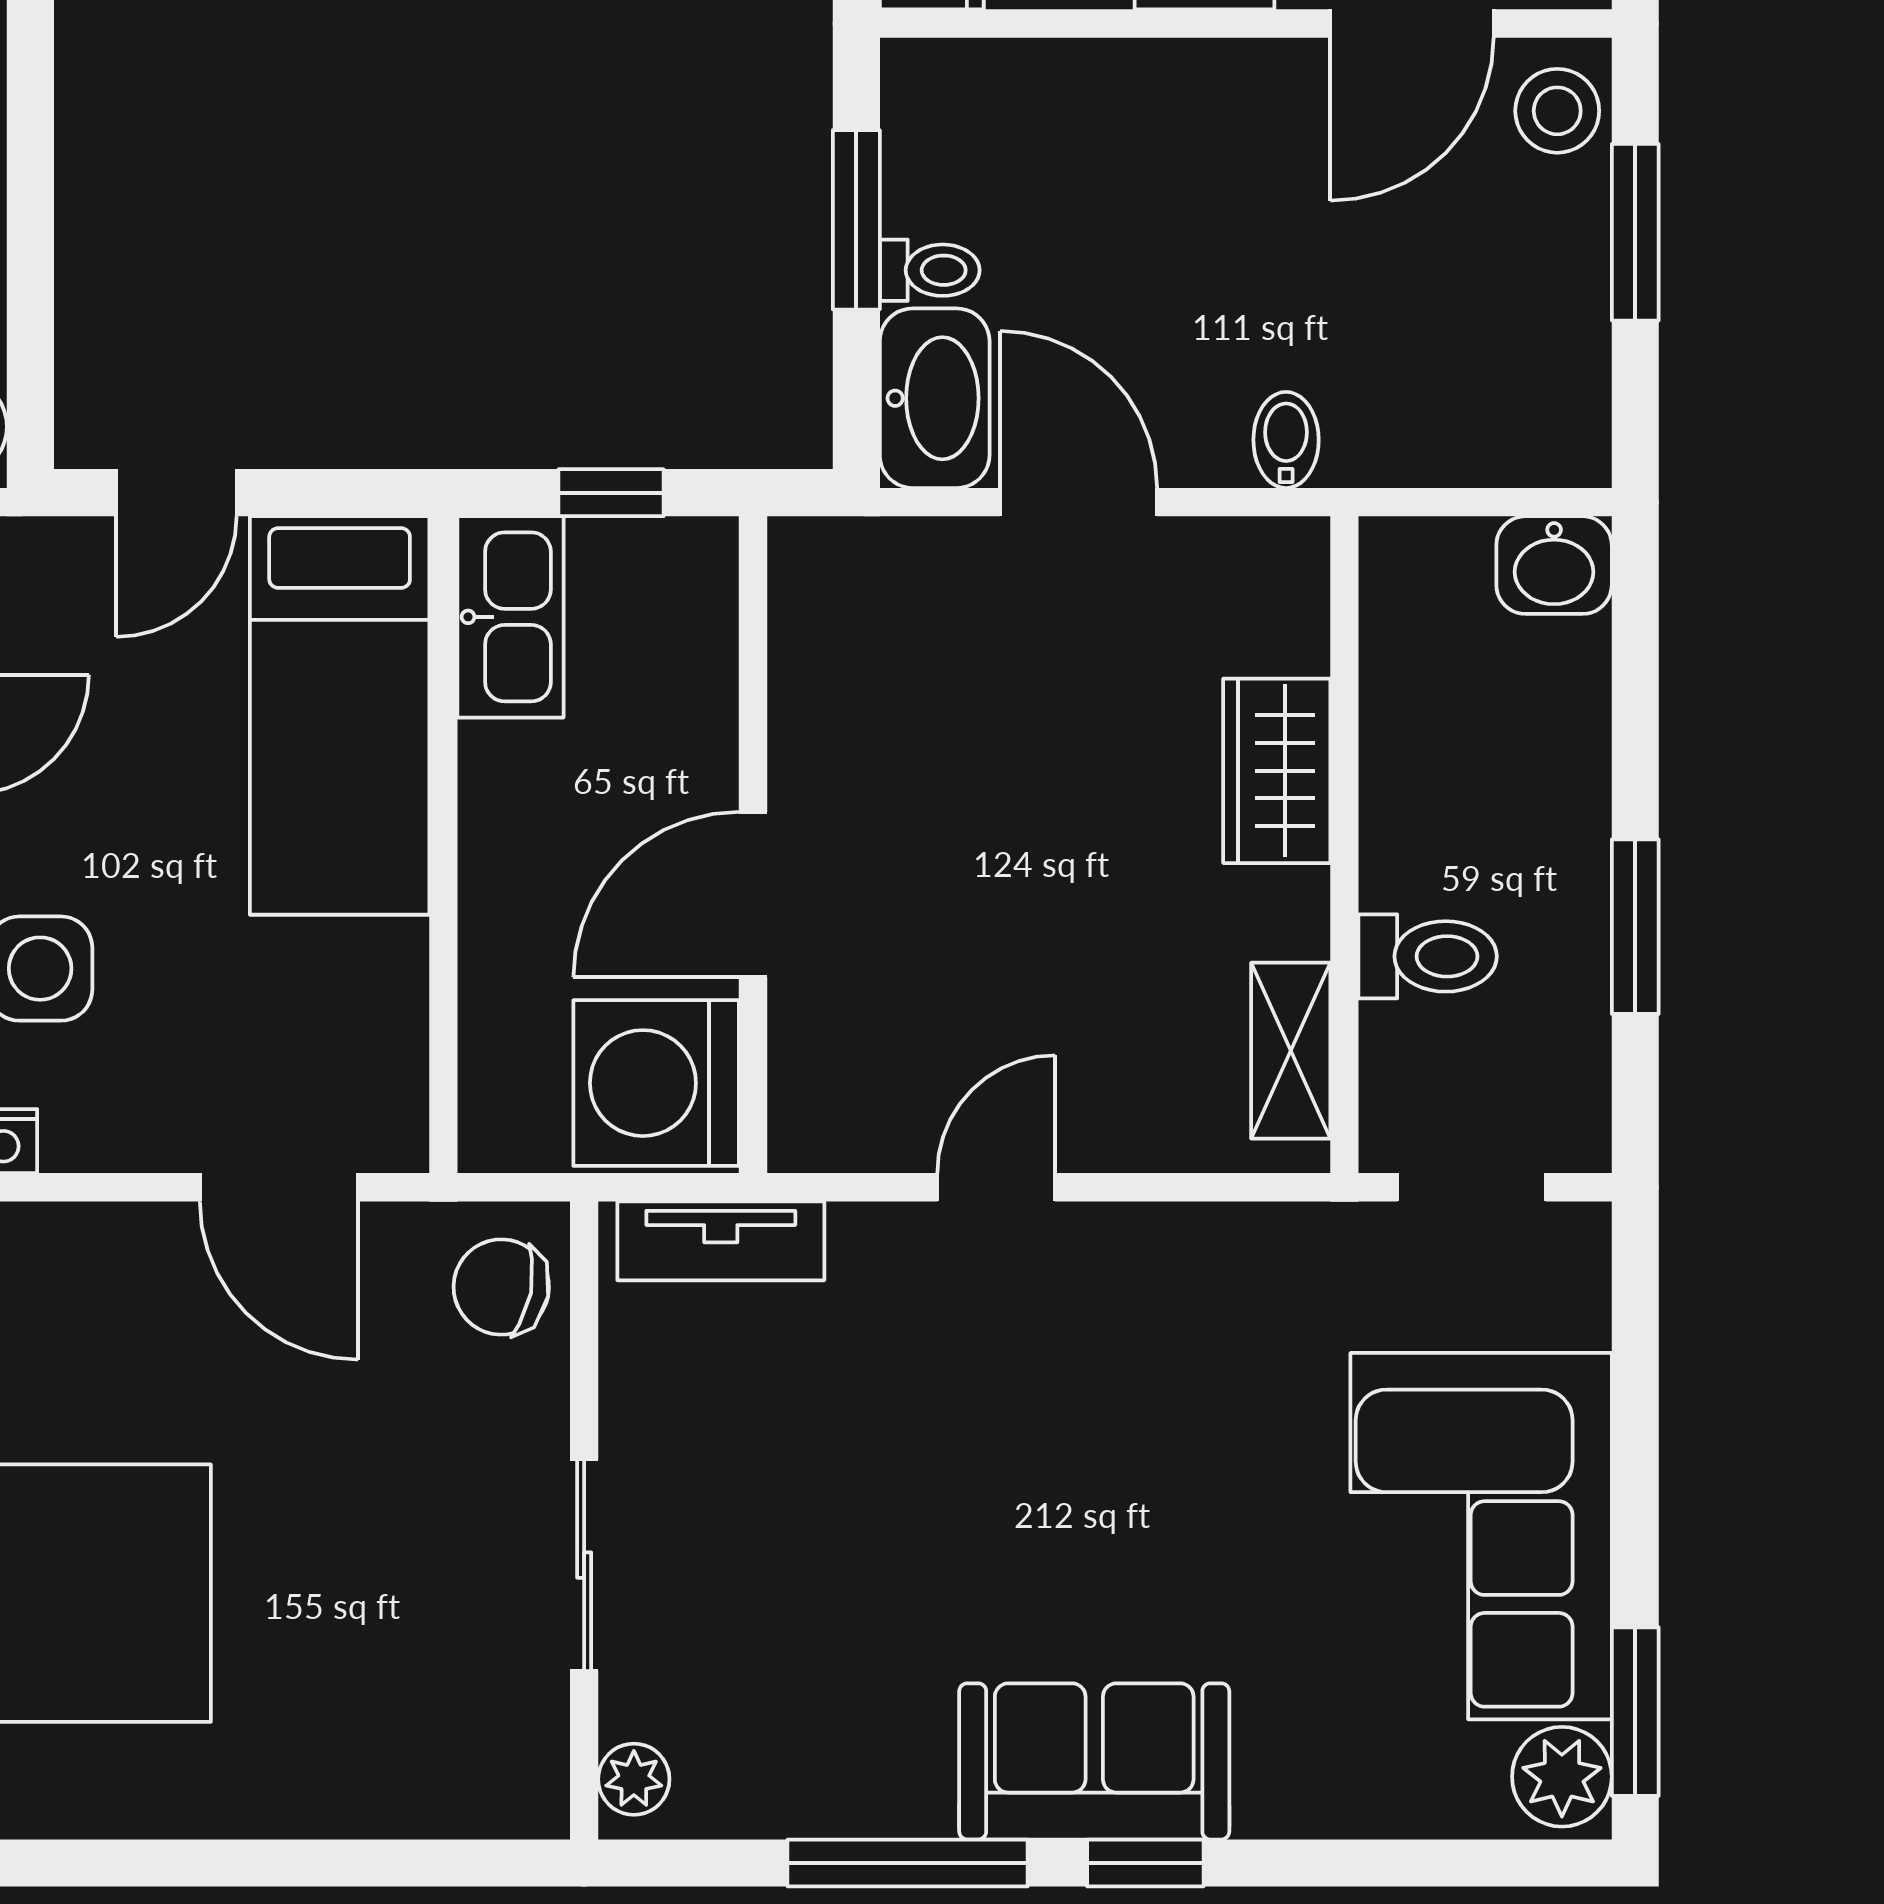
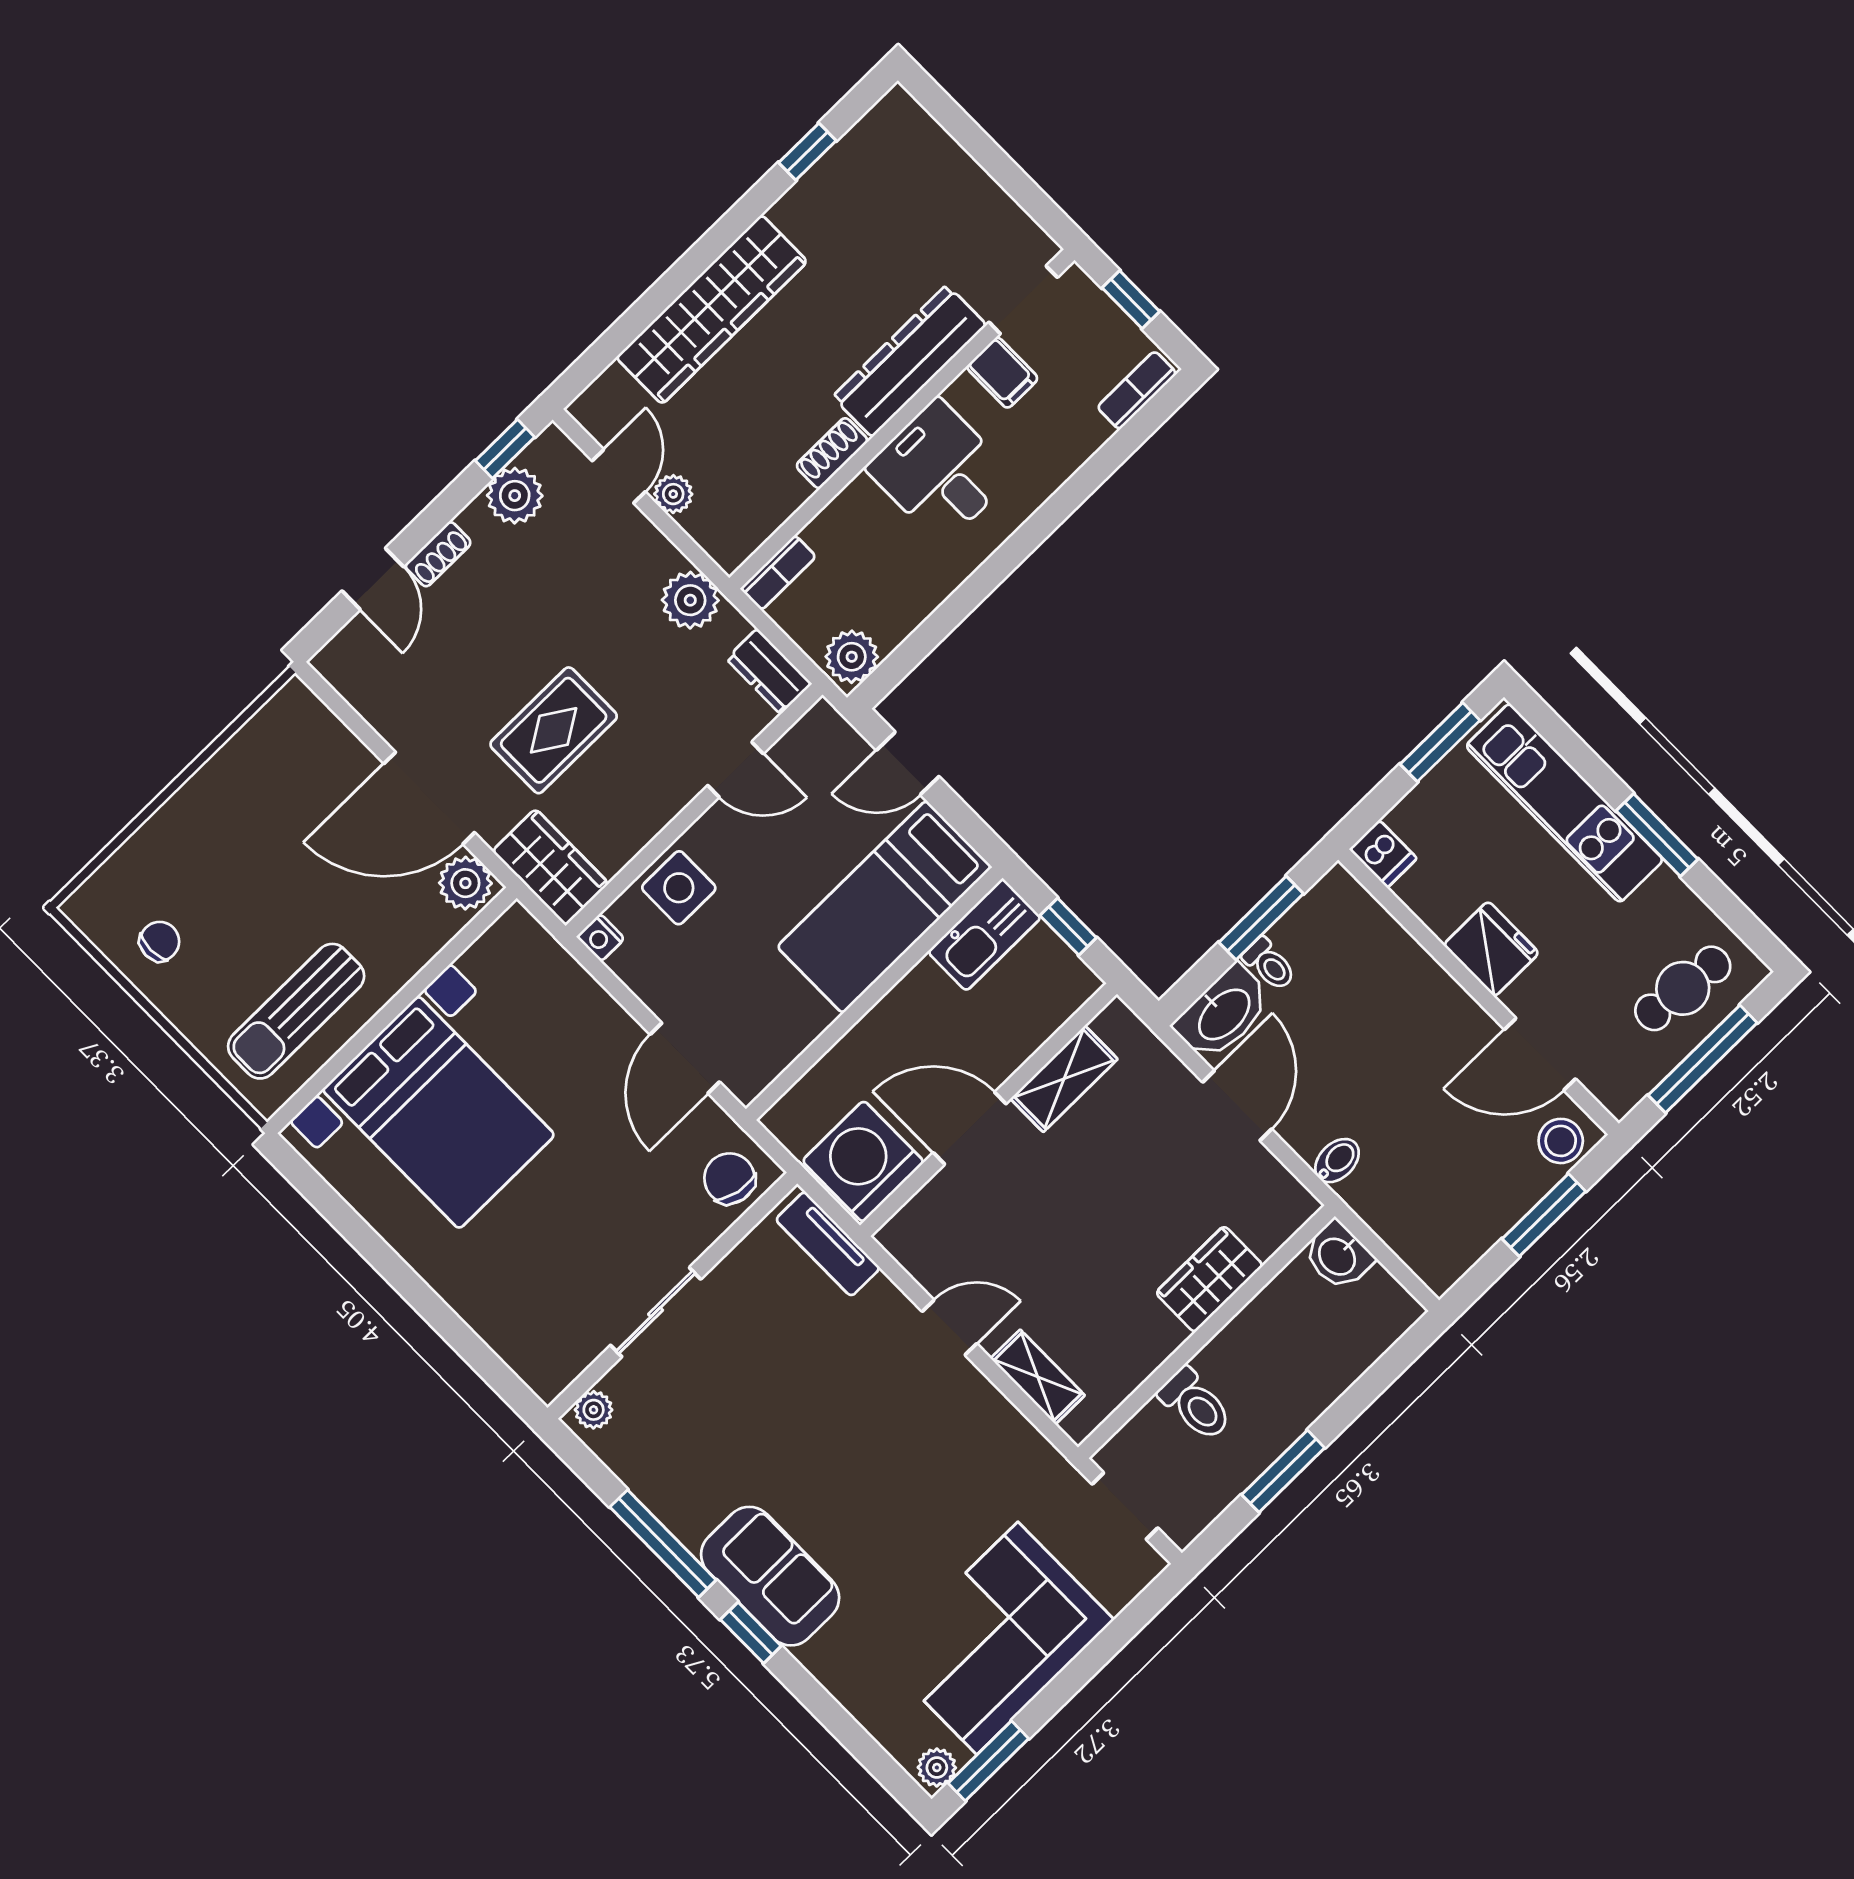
washbasin: (1554, 565) -> (1338, 1256), moved
shelving: (812, 701) -> (1064, 1079), added
shelving: (1291, 1051) -> (1038, 1377), moved, turned 90
plant: (1562, 1777) -> (937, 1767), width x0.73, depth x0.73

